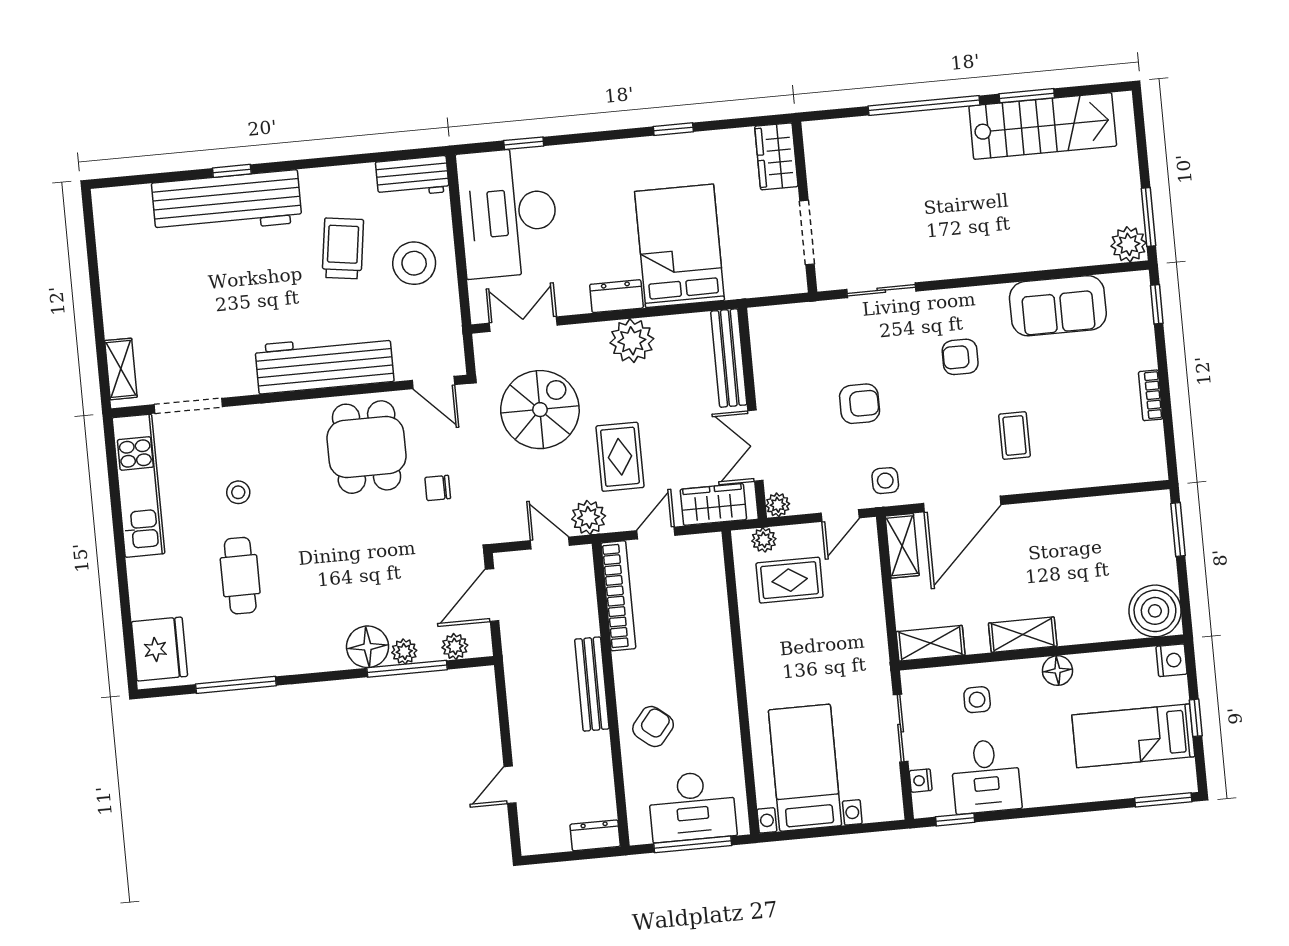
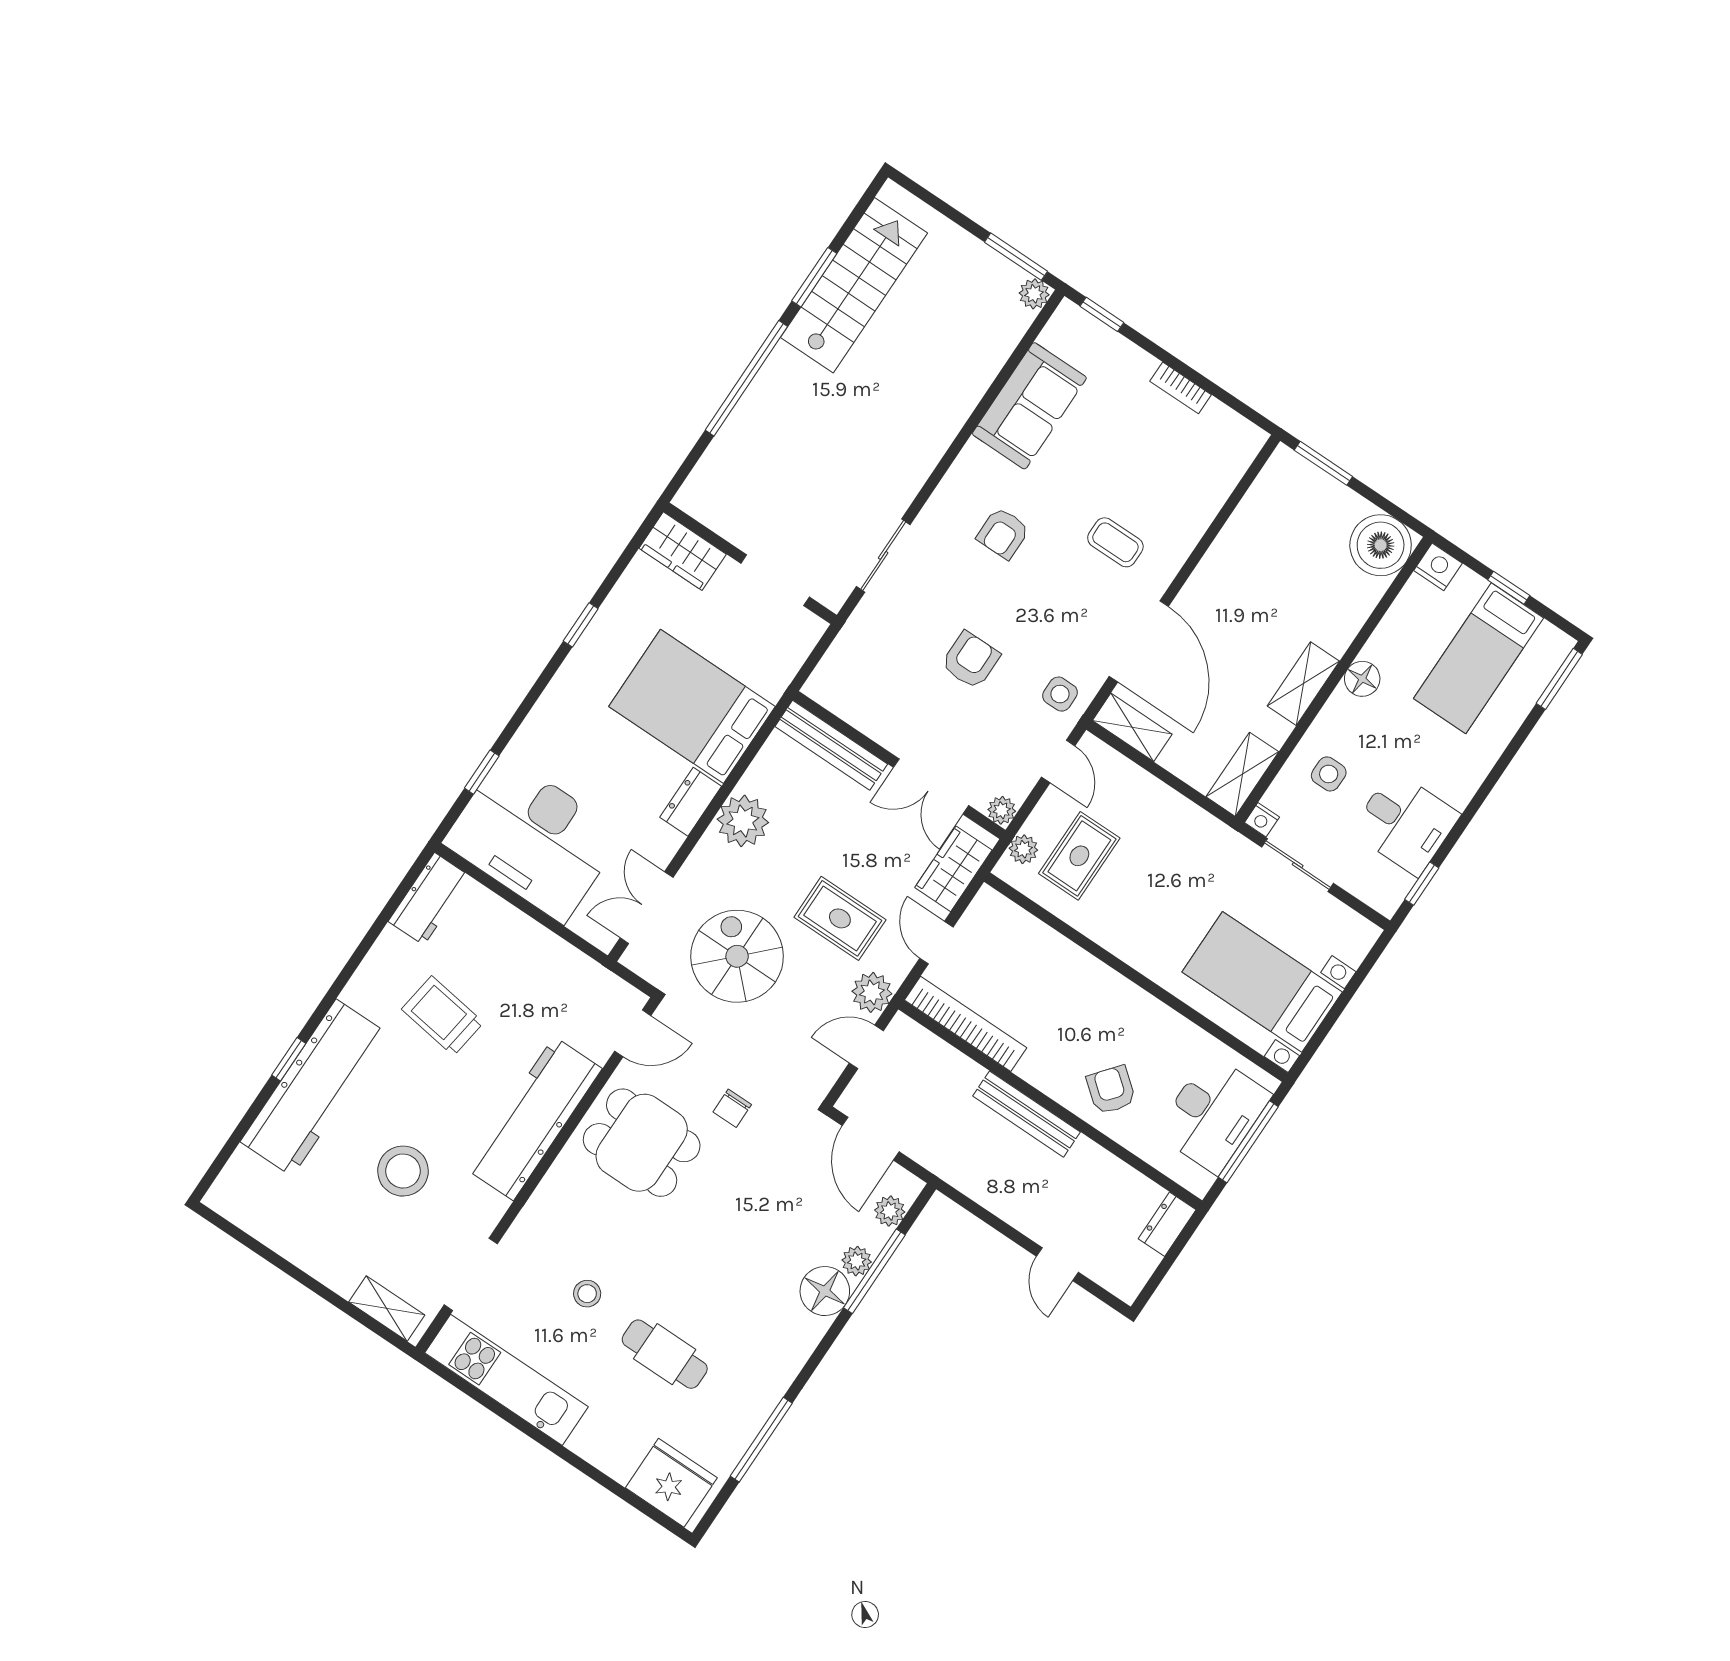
plant: (1129, 244) -> (1034, 294), width x0.73, depth x0.73
stool: (414, 263) -> (403, 1171), moved
nightstand: (921, 781) -> (1262, 820), moved

